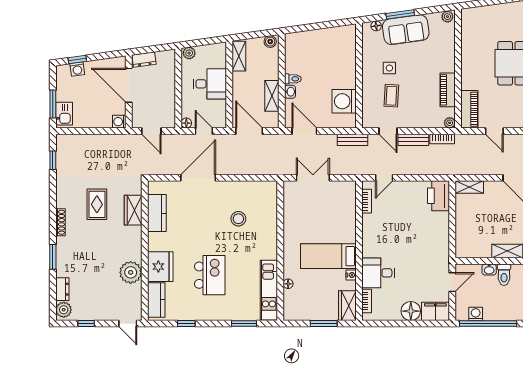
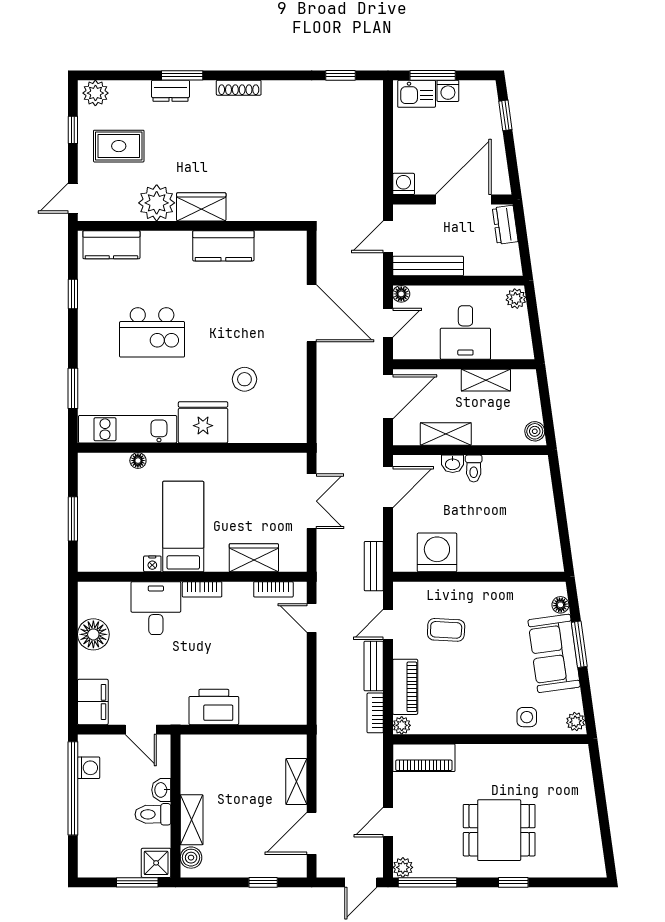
shelving: (239, 56) -> (486, 380), moved
side table: (389, 68) -> (527, 717), moved
washing machine: (77, 69) -> (448, 91), moved, turned -82
piano: (448, 90) -> (405, 687), moved, turned 90
bench: (169, 107) -> (428, 266), added
door: (494, 131) -> (388, 822), moved
shelving: (469, 187) -> (296, 782), moved
printer: (438, 196) -> (214, 707), moved
rug: (97, 204) -> (119, 146), moved
wardrobe: (133, 210) -> (201, 207), moved
kitchen counter: (157, 213) -> (223, 246), moved
fridge: (160, 267) -> (203, 422), moved, turned 180
dresser: (62, 289) -> (170, 91), moved
bookcase: (367, 301) -> (202, 589), moved
wardrobe: (347, 306) -> (254, 558), moved
floor lamp: (411, 311) -> (93, 634), moved

